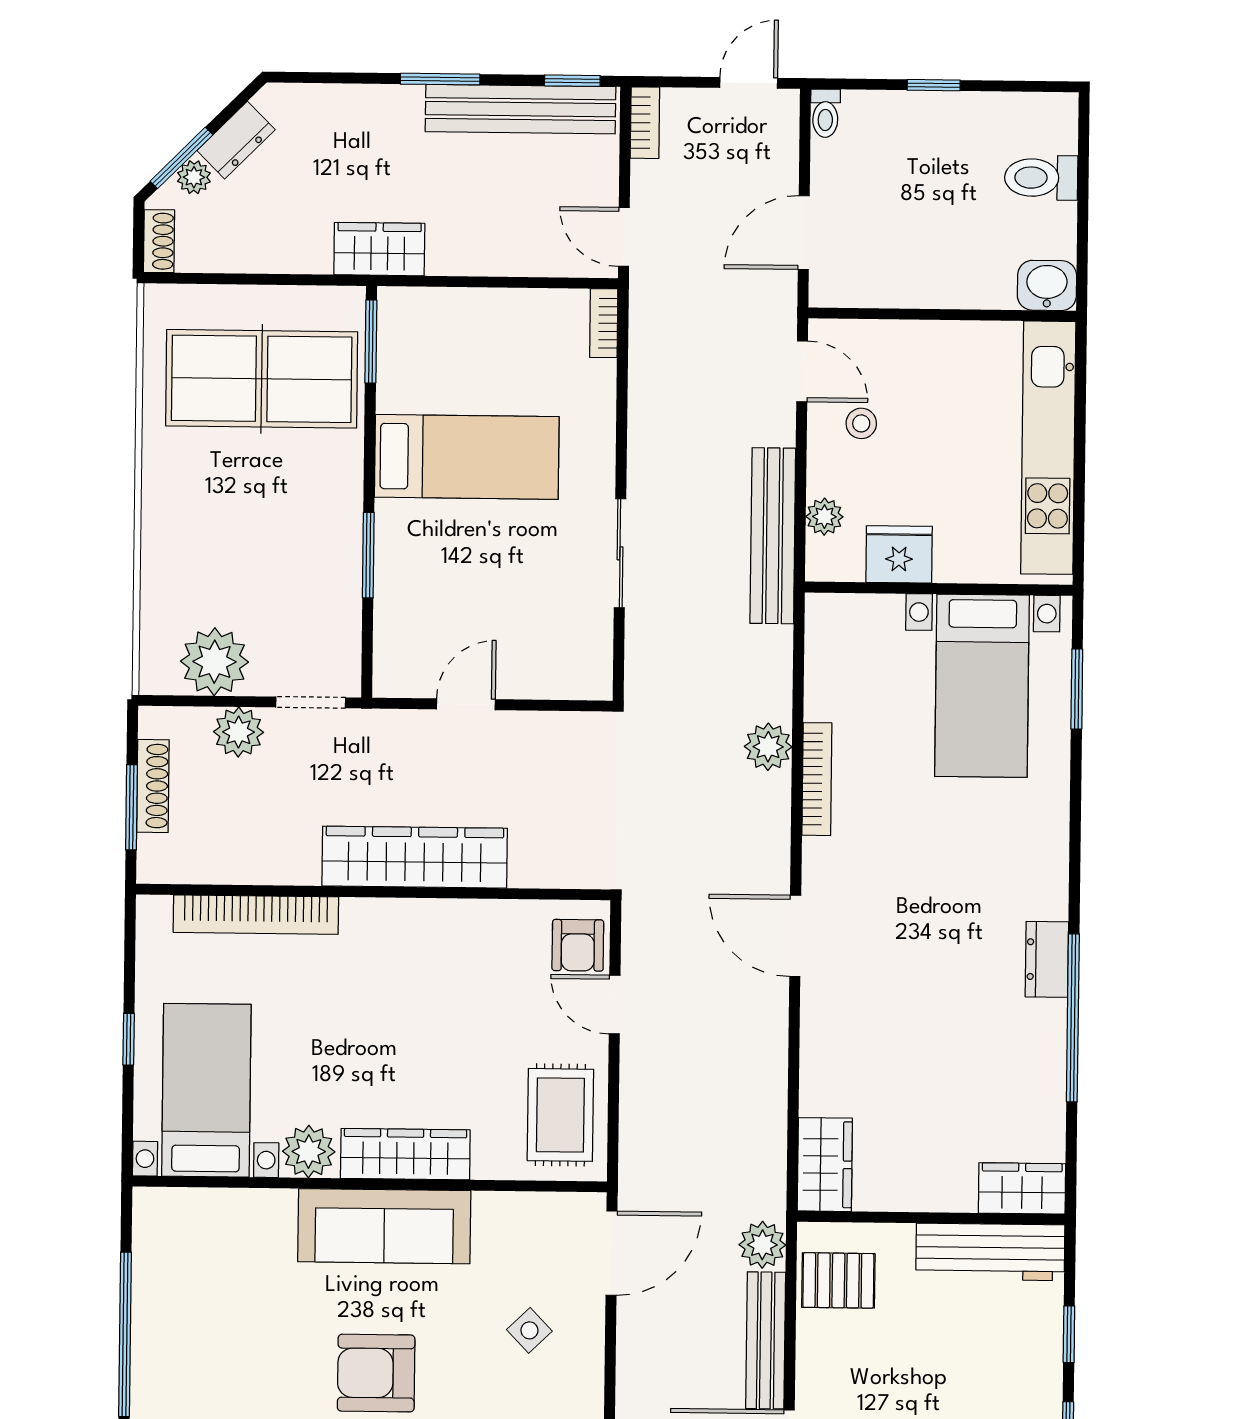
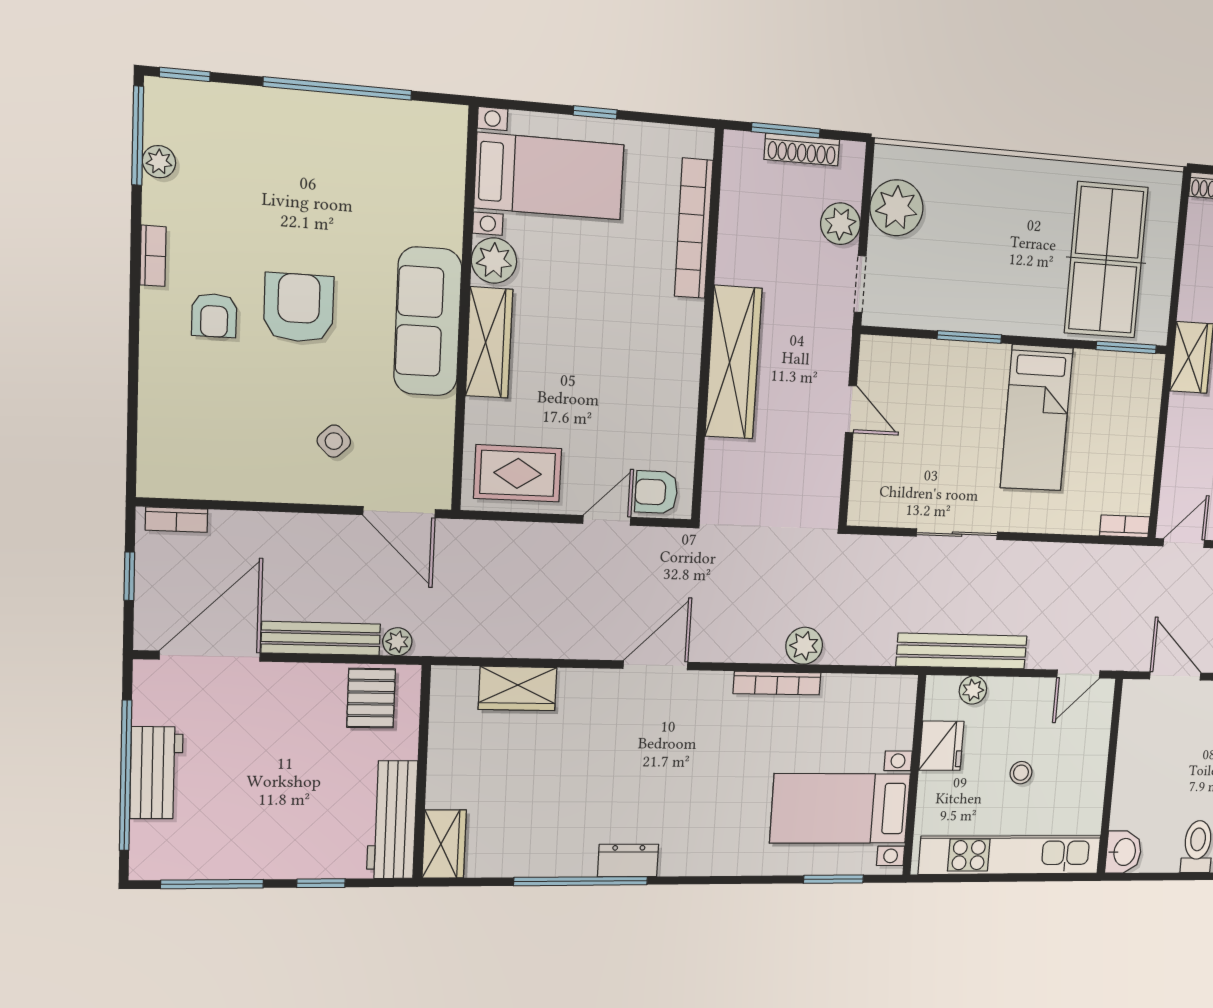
stool: (861, 423) -> (1021, 773), moved
wardrobe: (825, 1165) -> (518, 688), moved
plant: (762, 1245) -> (397, 642), width x0.73, depth x0.73

